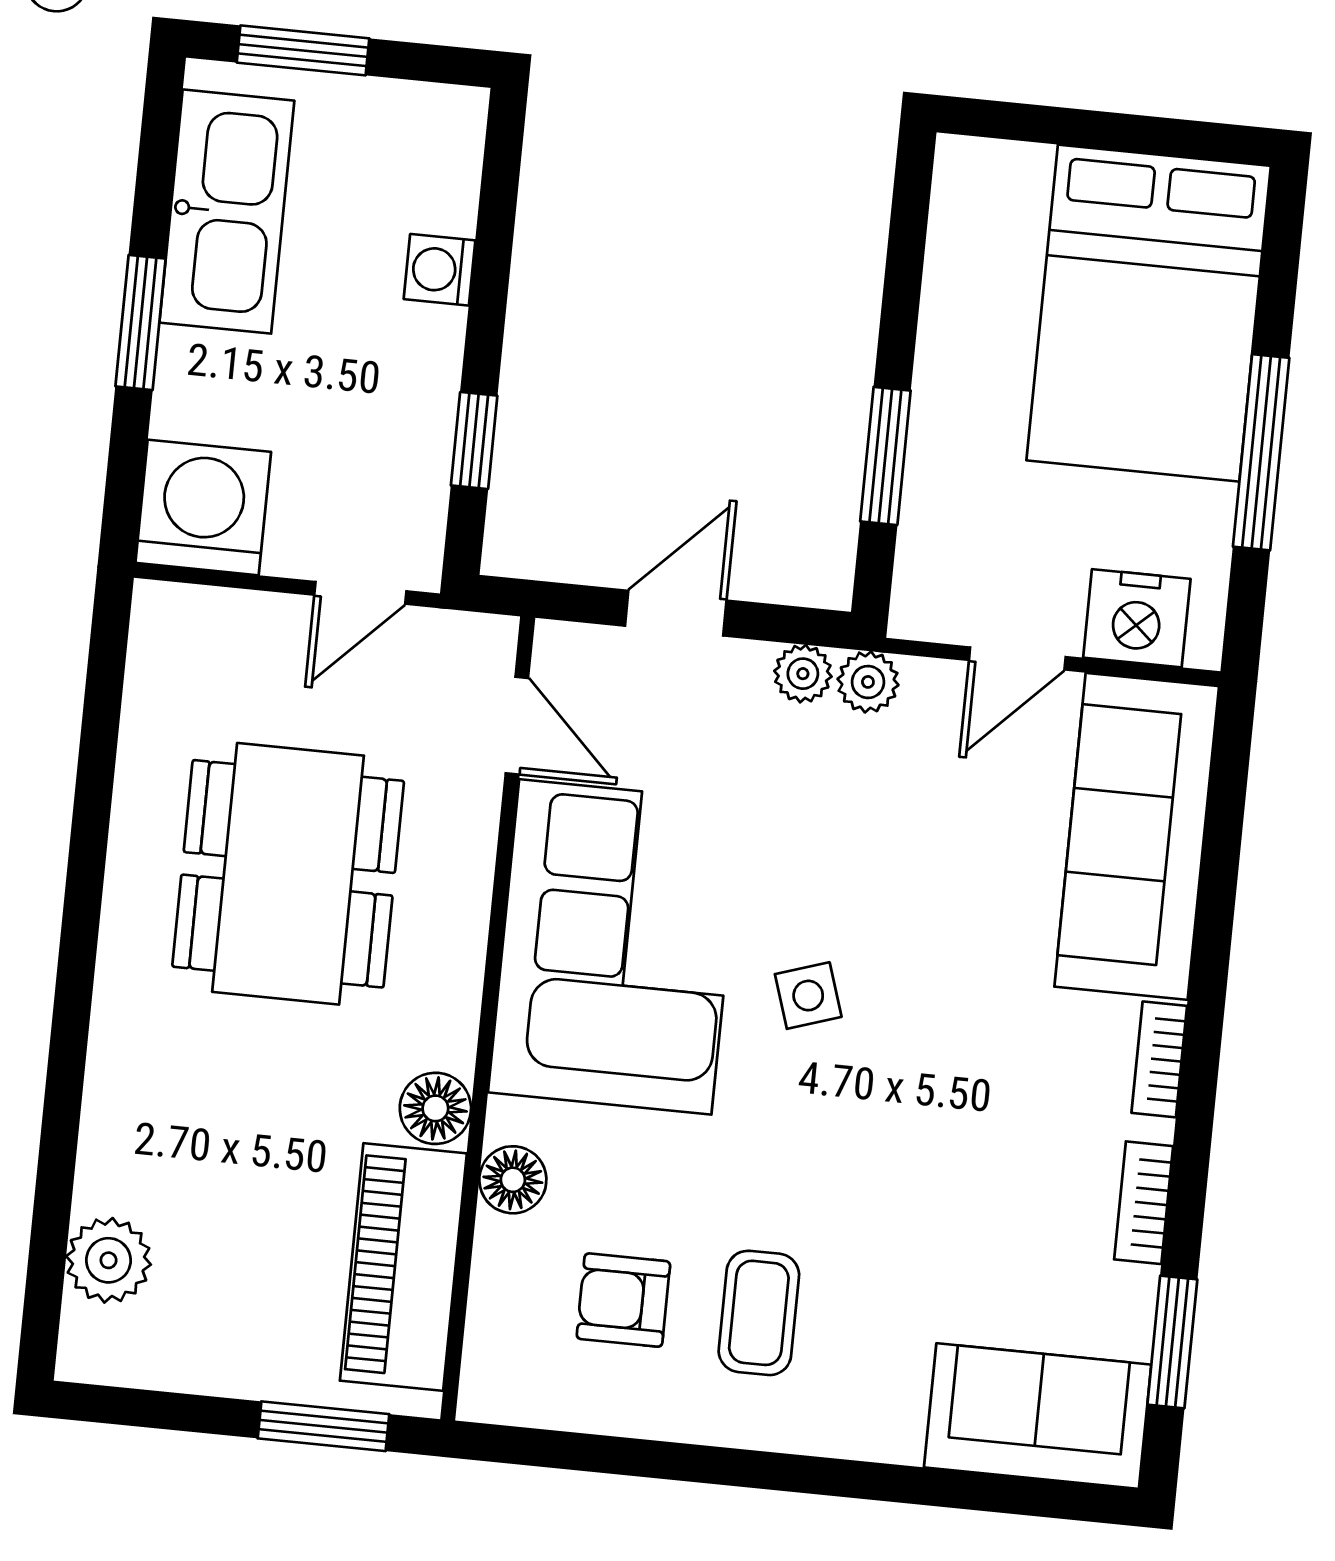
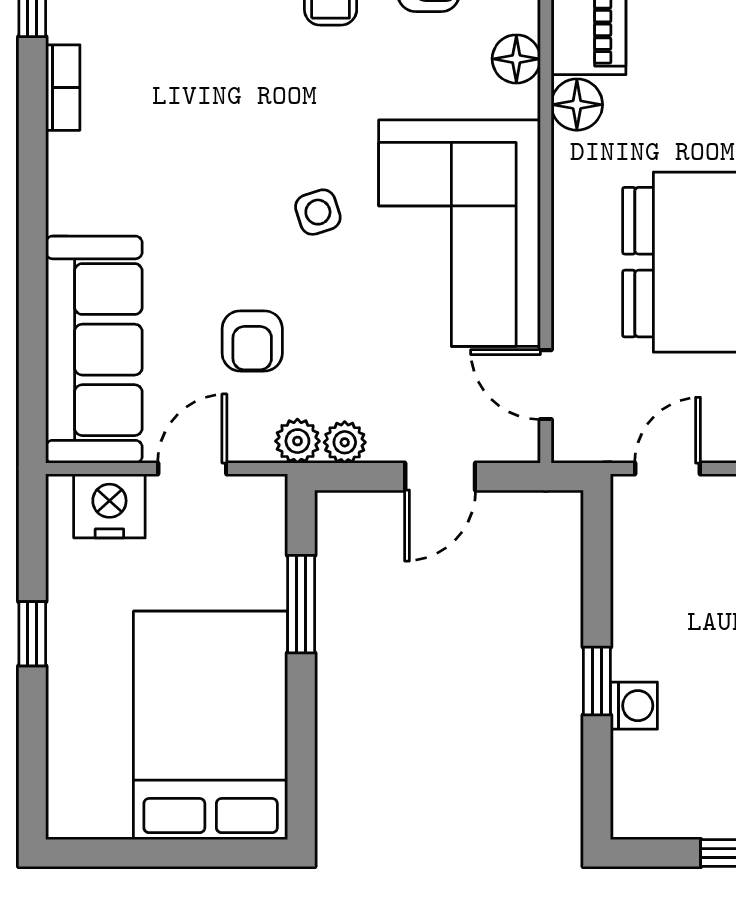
bed: (1149, 313) -> (211, 725), moved
window: (474, 441) -> (597, 681), moved
window: (1261, 452) -> (32, 634), width x0.46
armchair: (917, 827) -> (252, 341), added
bookcase: (1159, 1059) -> (62, 191), removed

